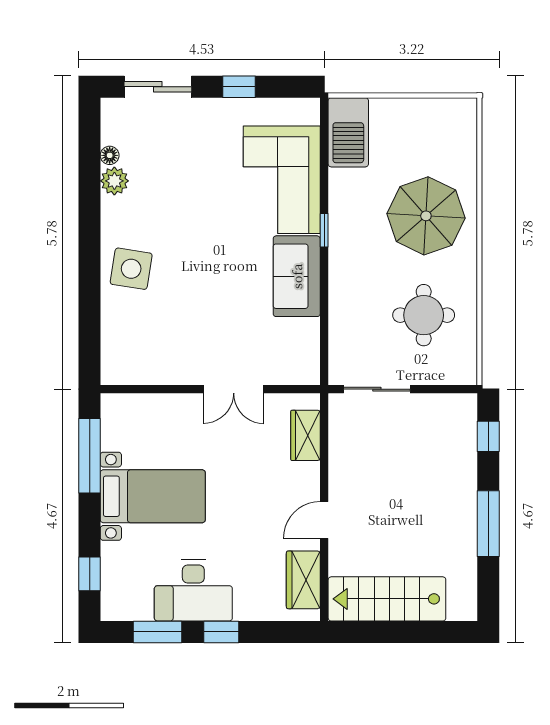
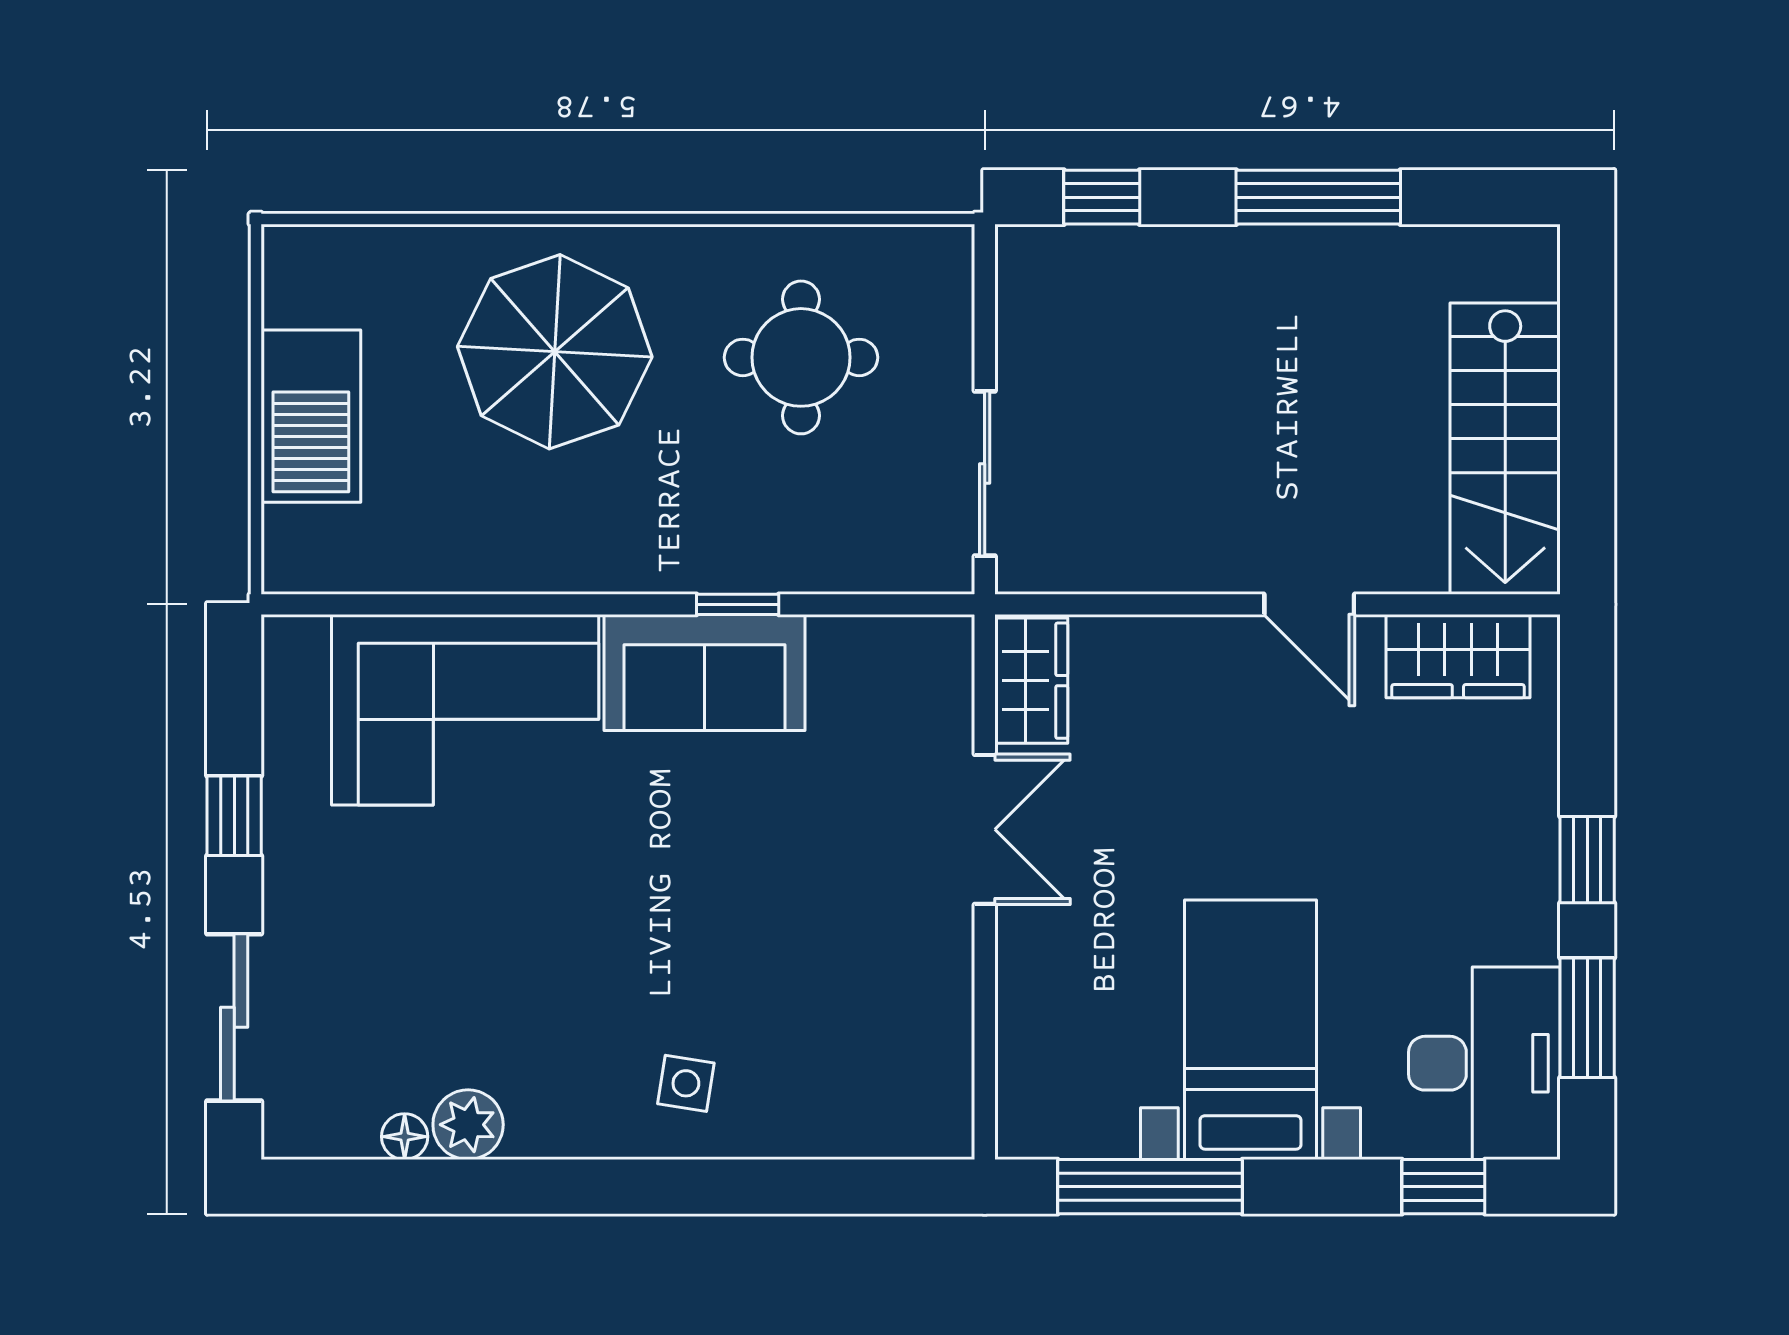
barbecue: (348, 132) -> (311, 416), moved, turned 90
window: (324, 230) -> (738, 604), moved
side table: (131, 269) -> (686, 1083), width x0.54, depth x0.54
wardrobe: (305, 435) -> (1031, 681), moved, turned -90
desk: (193, 591) -> (1484, 1063), moved

